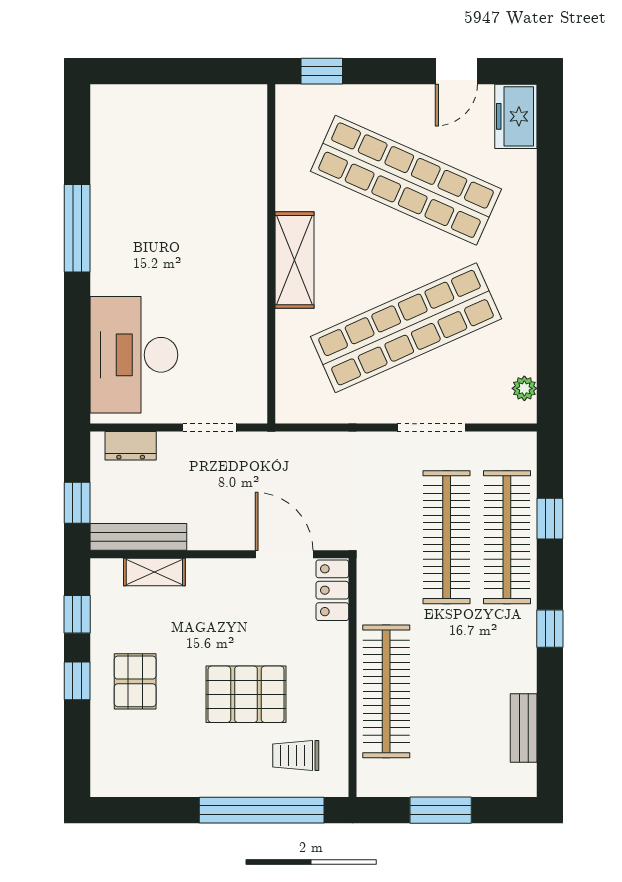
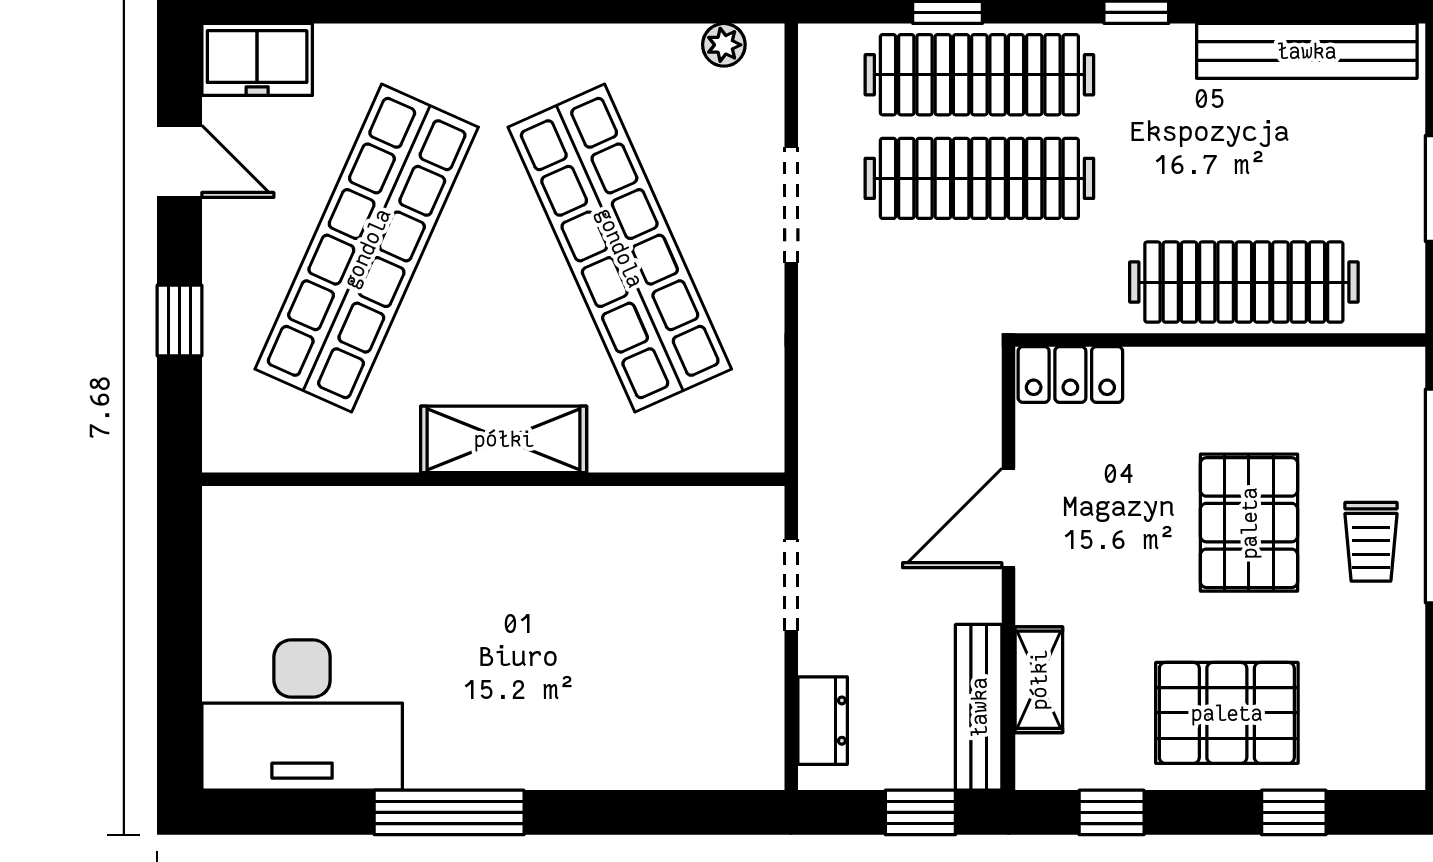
window: (322, 71) -> (179, 321), moved
desk: (134, 355) -> (302, 715), moved
door: (284, 554) -> (1009, 518), moved
window: (77, 681) -> (1294, 812), moved
pallet: (135, 681) -> (1227, 713), width x1.50, depth x1.42
bench: (524, 728) -> (1307, 51), width x1.86, depth x1.21
trolley: (296, 755) -> (1371, 542), moved

